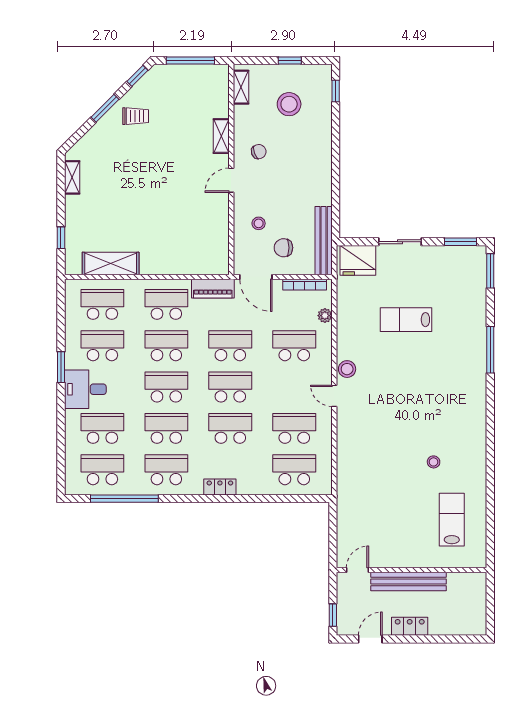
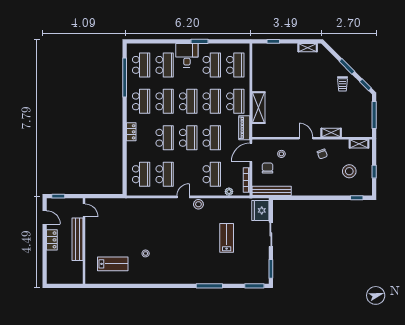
shelving: (111, 263) -> (259, 108), moved

